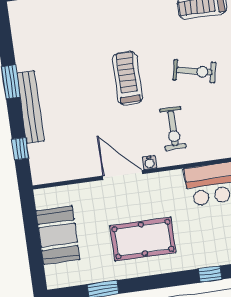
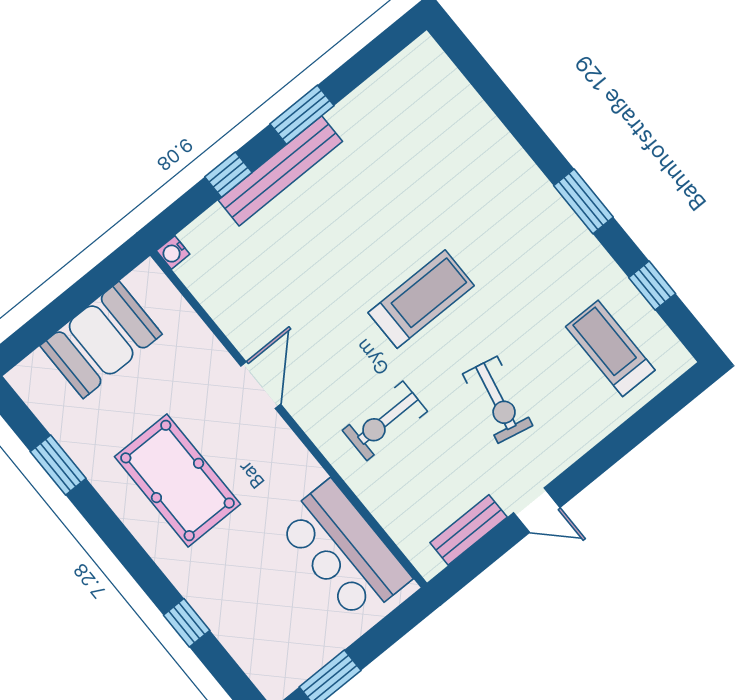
window: (20, 149) -> (228, 175), moved
water cooler: (149, 163) -> (173, 252), moved
door: (122, 175) -> (261, 385), width x0.73

